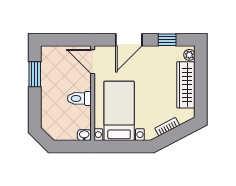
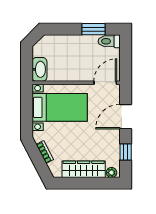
door: (129, 40) -> (126, 117), hinge flipped
toilet: (79, 98) -> (109, 41), moved, turned -90
washbasin: (84, 135) -> (39, 69), width x1.91, depth x1.45

